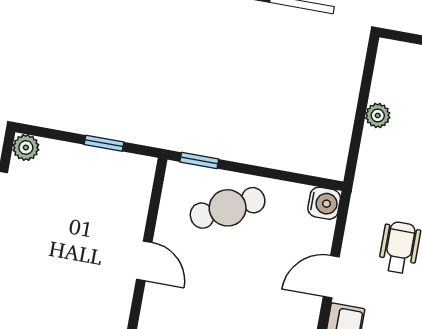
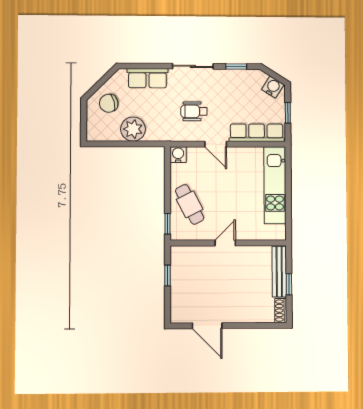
plant: (378, 115) -> (133, 129), width x1.88, depth x1.88
plant: (26, 147) -> (177, 316), removed

